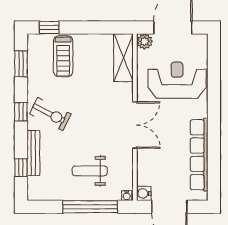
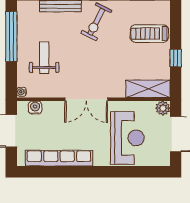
window: (49, 27) -> (176, 58), moved
water cooler: (144, 193) -> (35, 108), moved
window: (90, 207) -> (11, 36), moved

